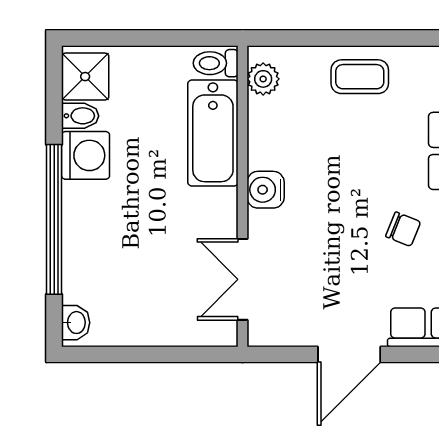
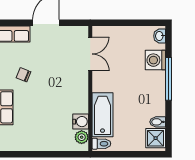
coffee table: (360, 77) -> (42, 138), removed
washing machine: (86, 155) -> (155, 60), moved
water cooler: (266, 190) -> (81, 122), moved
window: (54, 219) -> (169, 79), width x0.68

